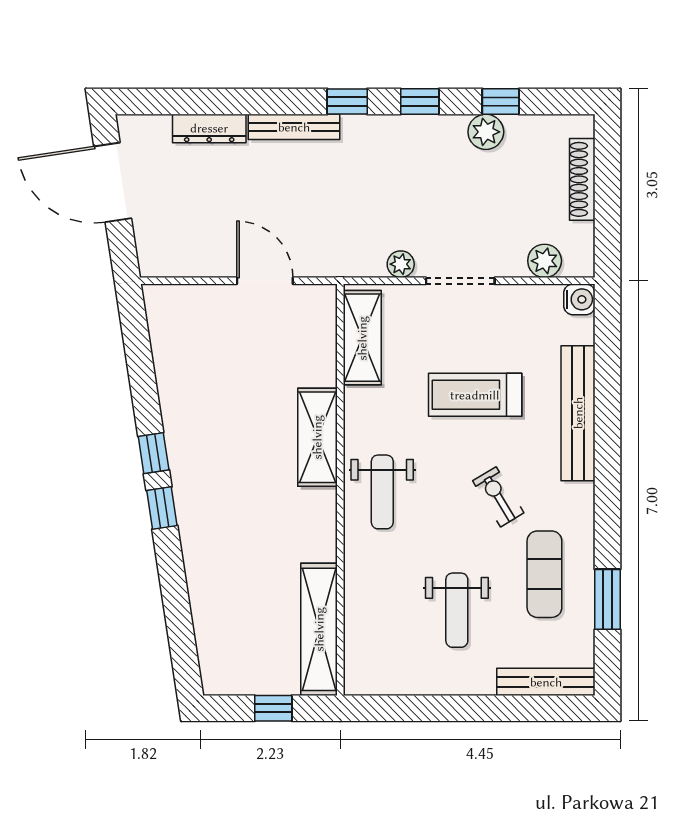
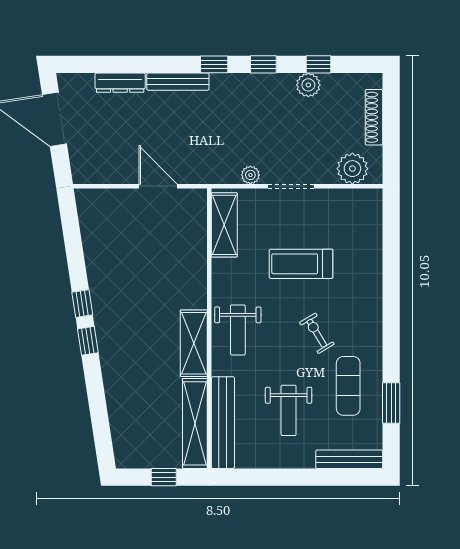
plant: (545, 261) -> (352, 169), width x1.36, depth x1.36
water cooler: (579, 299) -> (372, 199), removed
bench: (578, 413) -> (223, 423), moved
shelving: (317, 437) -> (194, 343), moved

